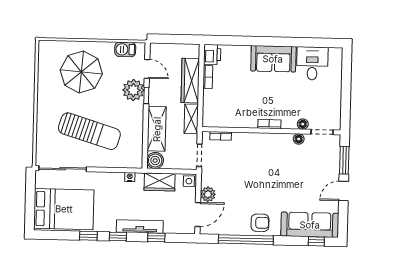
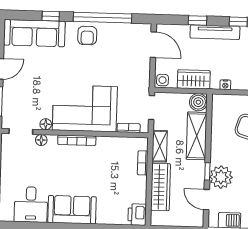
bookcase: (208, 77) -> (143, 163), moved
bookcase: (269, 124) -> (77, 140), width x1.56
corner sofa: (262, 154) -> (85, 108), added
plant: (208, 194) -> (142, 66), removed
door: (198, 214) -> (153, 45), swing flipped
armchair: (260, 223) -> (87, 35), turned -90
window: (316, 241) -> (51, 16), moved

